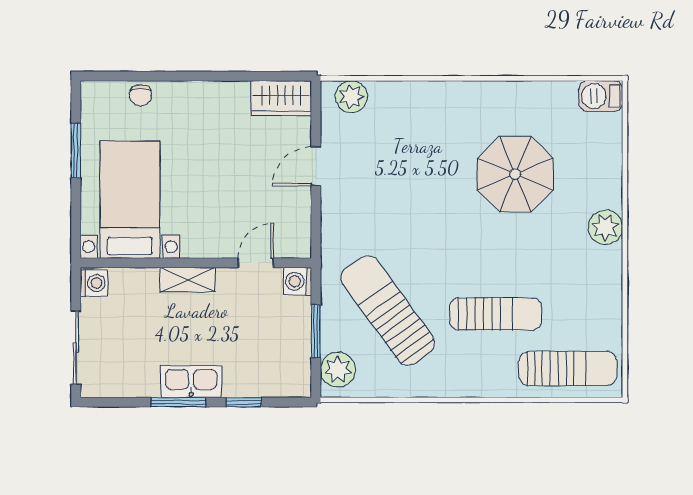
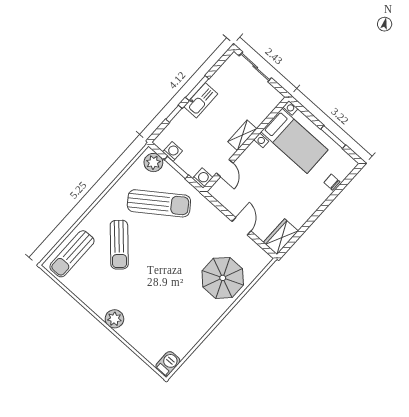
plant: (351, 97) -> (256, 265), removed
parasol: (515, 174) -> (223, 278), moved
washing machine: (94, 283) -> (173, 151), moved, turned 180
sun lounger: (496, 314) -> (119, 245), turned -43

